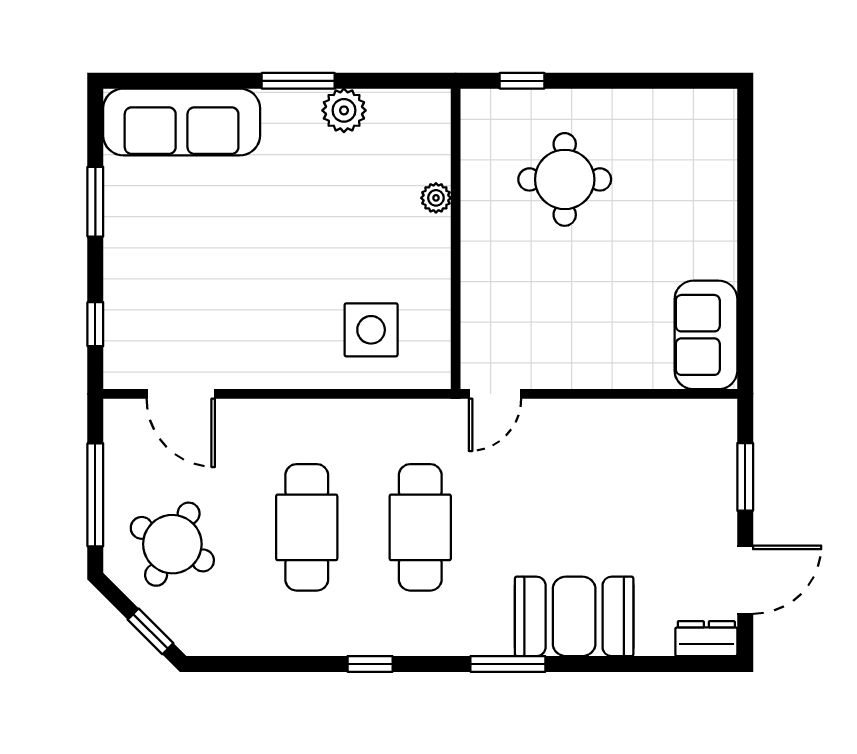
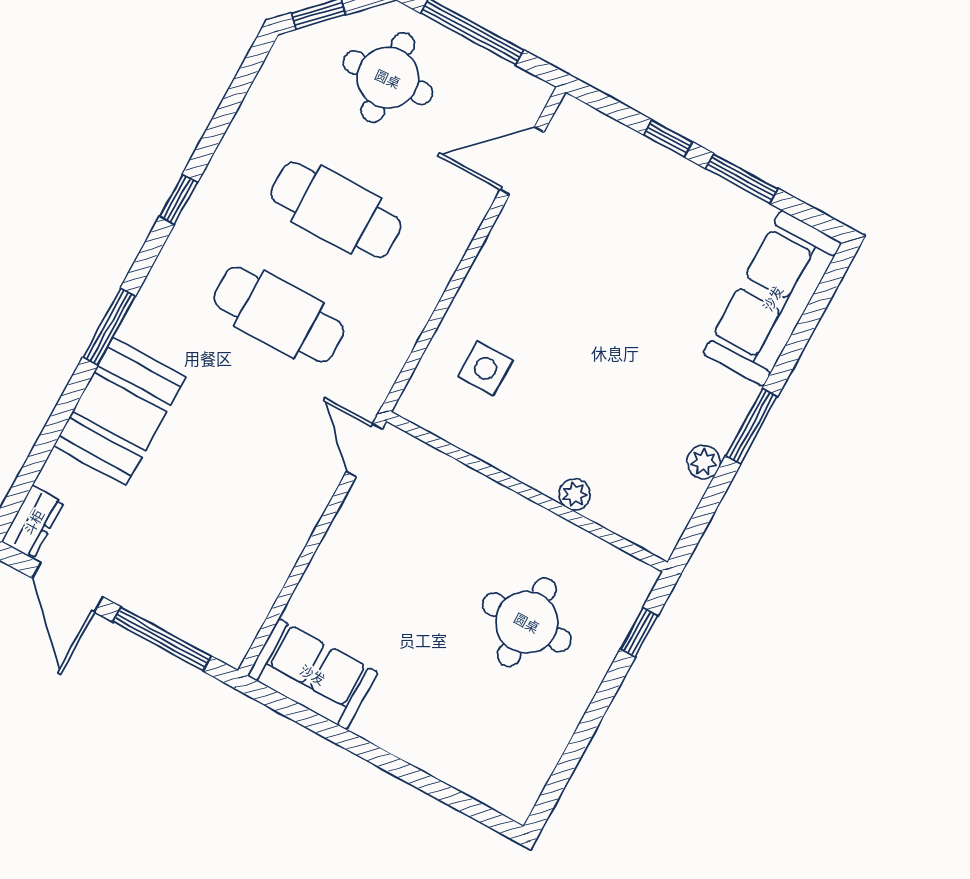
plant: (344, 110) -> (704, 462), width x0.73, depth x0.73
window: (95, 324) -> (668, 138), moved
side table: (371, 330) -> (486, 368), width x0.73, depth x0.73
window: (745, 477) -> (162, 639), width x1.44
round table: (172, 544) -> (388, 78), turned -32

